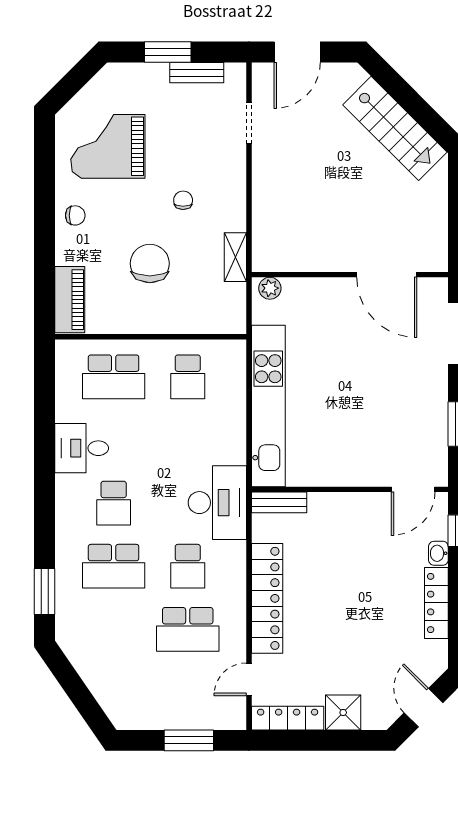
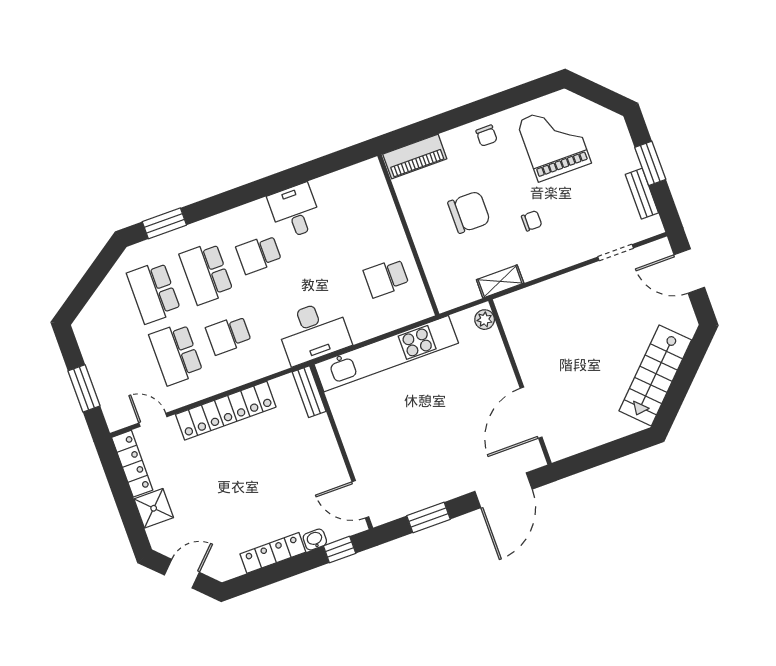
school desk: (114, 377) -> (154, 292), moved
desk: (217, 503) -> (313, 332), moved

